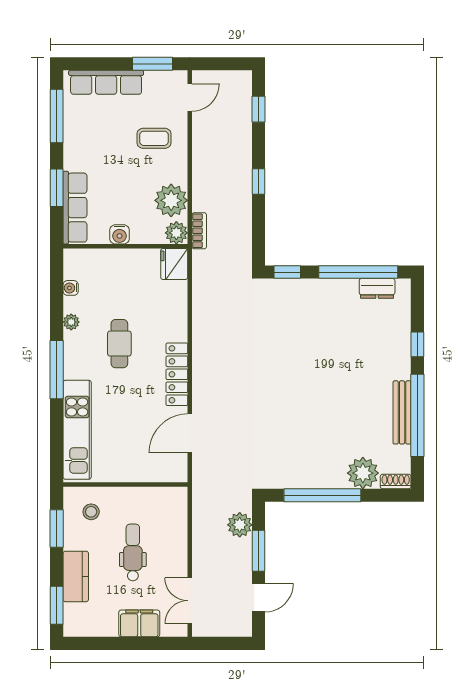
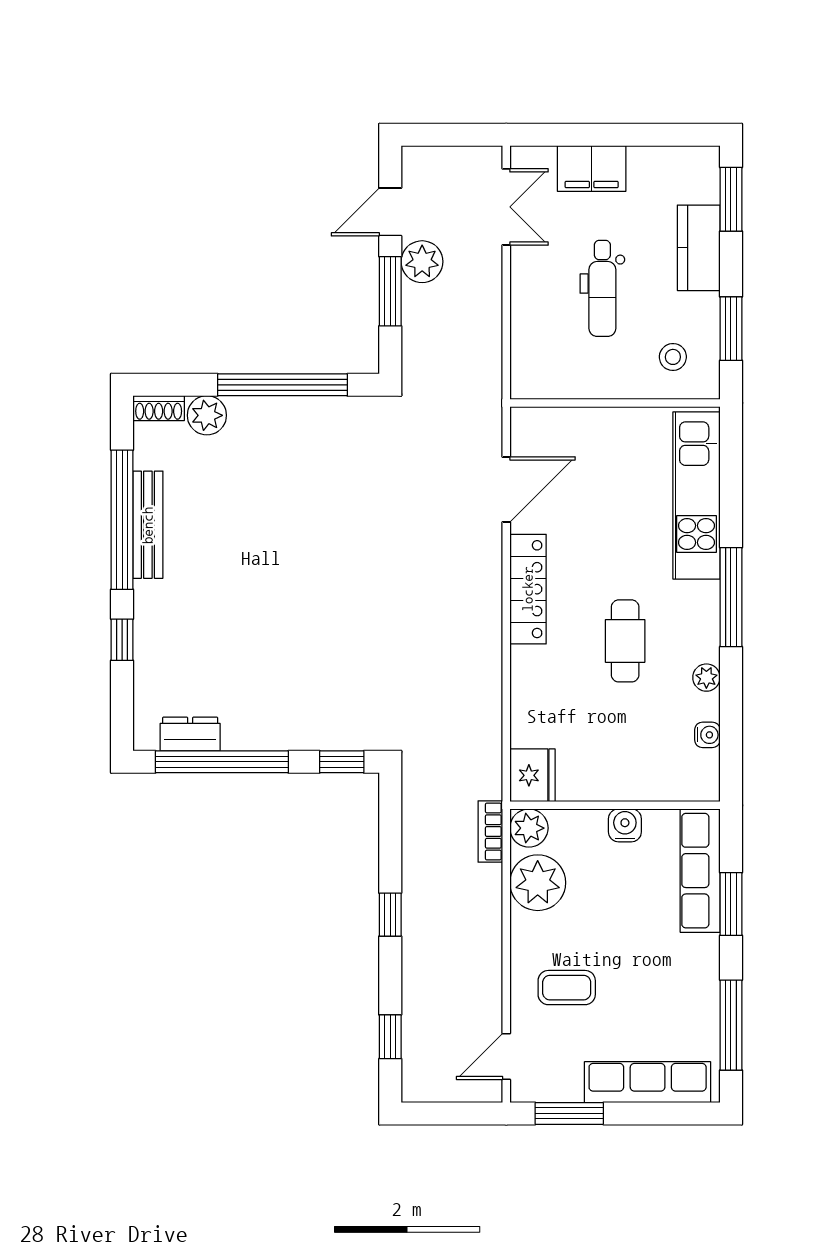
plant: (363, 473) -> (207, 415), width x0.73, depth x0.73
plant: (240, 525) -> (422, 262), moved

